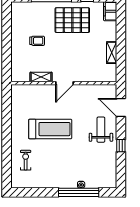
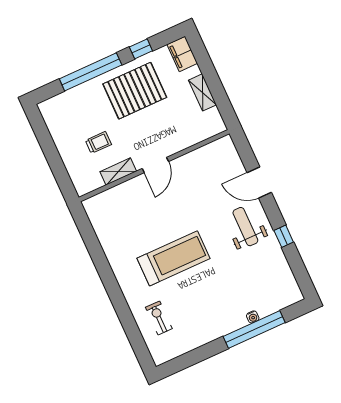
shelving: (112, 53) -> (202, 92), moved
shelving: (41, 77) -> (118, 171), moved
wall: (64, 83) -> (154, 166), moved
door: (65, 83) -> (155, 165), moved

